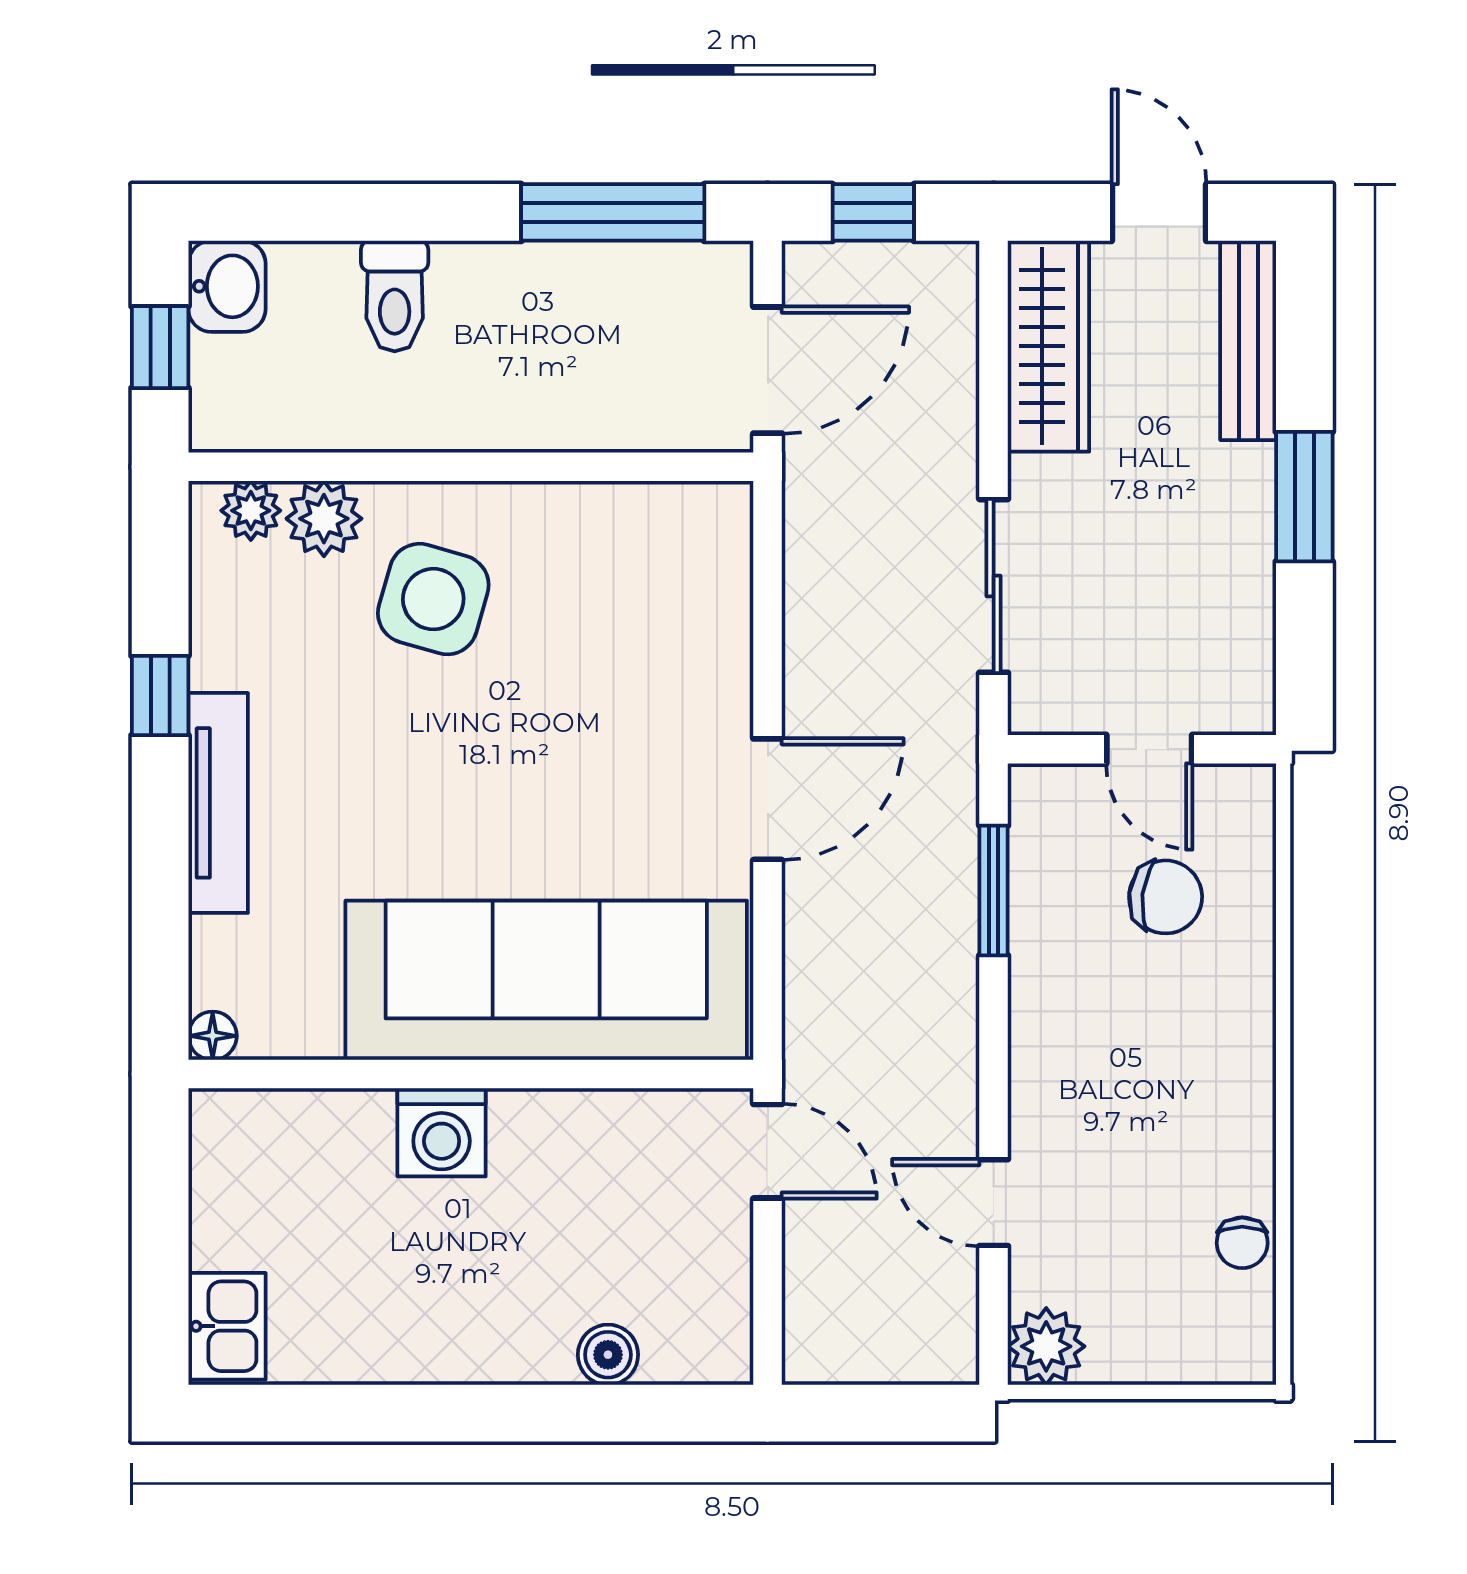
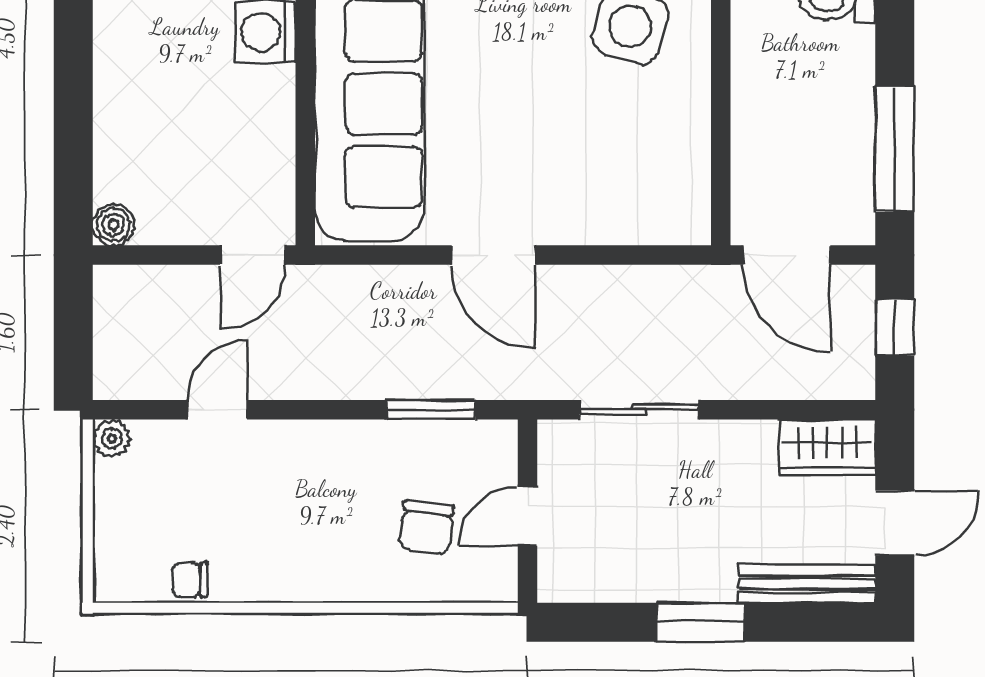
wardrobe: (1048, 346) -> (827, 447), width x0.67
plant: (1046, 1346) -> (112, 439), width x0.73, depth x0.73
boiler: (608, 1355) -> (113, 225), moved

